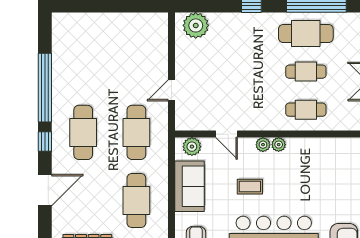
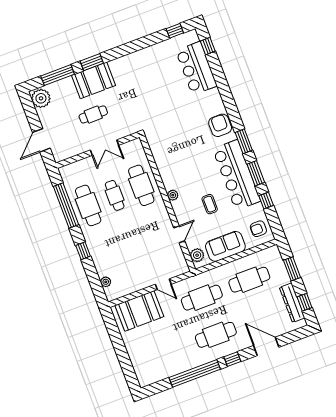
plant: (196, 25) -> (106, 282), width x0.53, depth x0.53
booth: (149, 48) -> (139, 311), added
cafe table: (306, 110) -> (141, 185), width x1.37, depth x1.35
plant: (263, 145) -> (177, 206), removed

